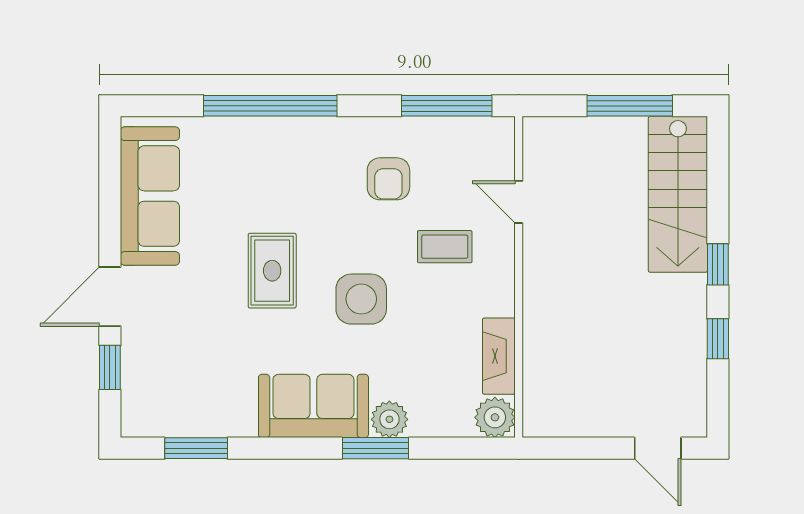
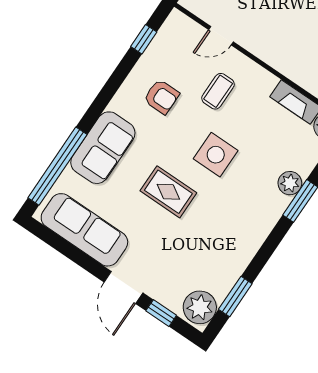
window: (270, 106) -> (57, 166), moved
window: (447, 106) -> (144, 39), width x0.46
sofa: (313, 406) -> (103, 148), moved, turned 180
plant: (151, 412) -> (200, 307), added

